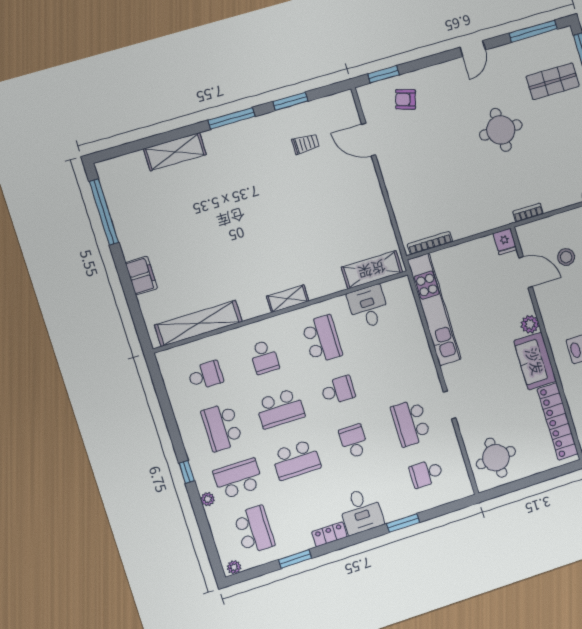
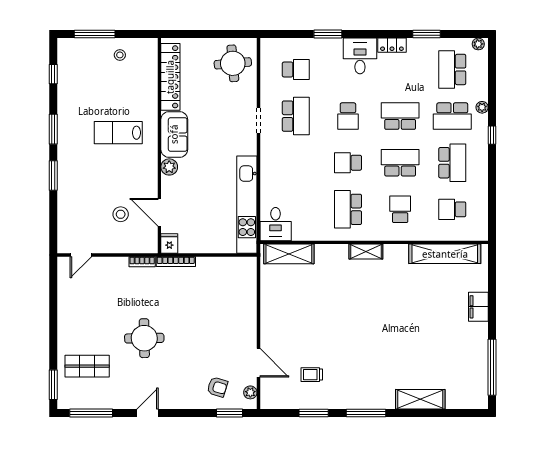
plant: (368, 104) -> (250, 392), added
bookcase: (430, 243) -> (176, 262), moved
desk: (368, 307) -> (276, 224), moved

